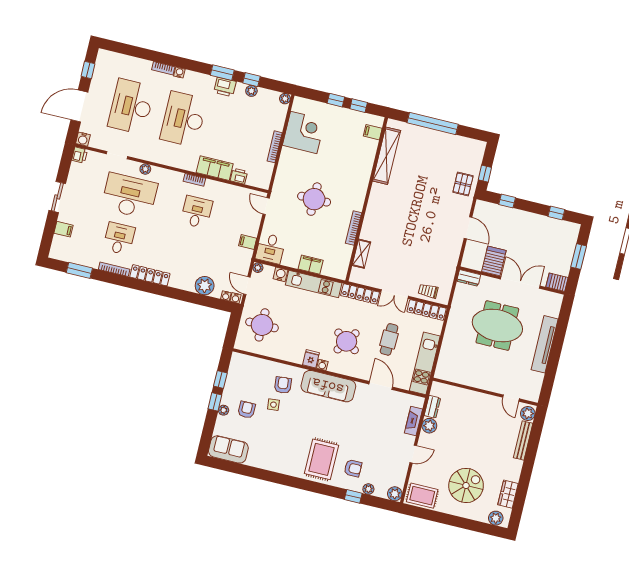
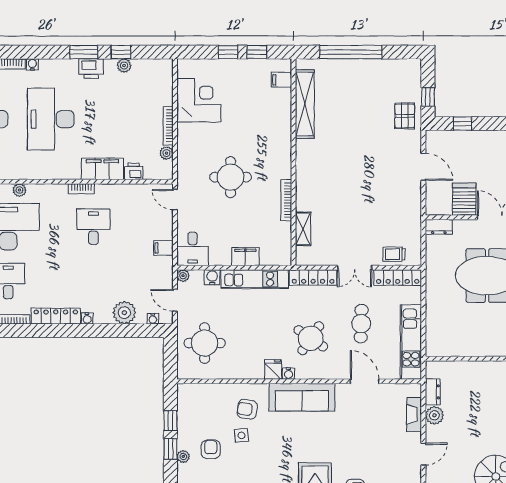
plant: (285, 99) -> (166, 153), moved
water cooler: (236, 298) -> (87, 318), moved
armchair: (283, 385) -> (247, 409), turned -75

